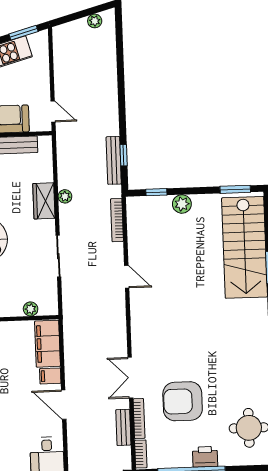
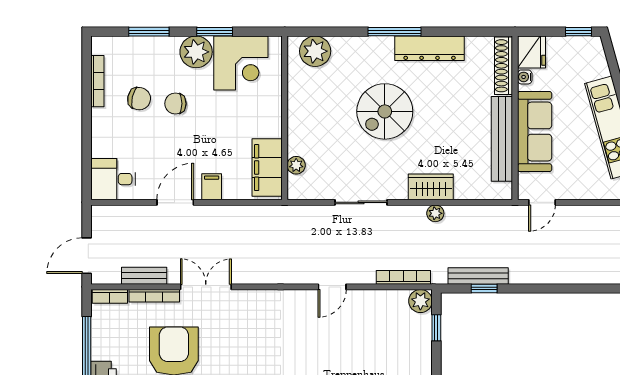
plant: (182, 204) -> (420, 301), moved
filing cabinet: (47, 344) -> (267, 168), moved, turned -90

